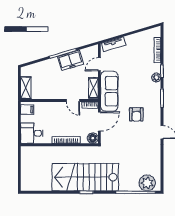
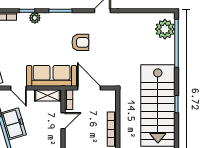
floor lamp: (93, 138) -> (110, 96), removed

